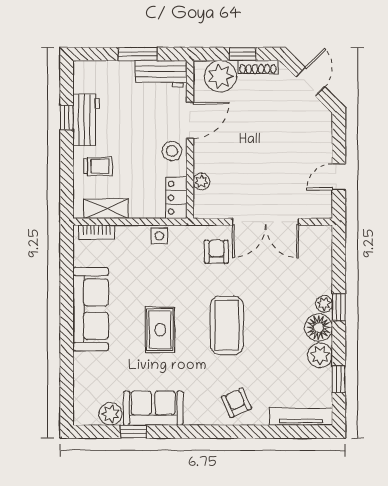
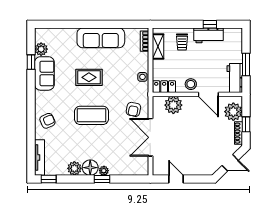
plant: (201, 182) -> (173, 105), width x1.88, depth x1.88
armchair: (216, 252) -> (133, 109), turned 102
window: (339, 379) -> (49, 179), moved

